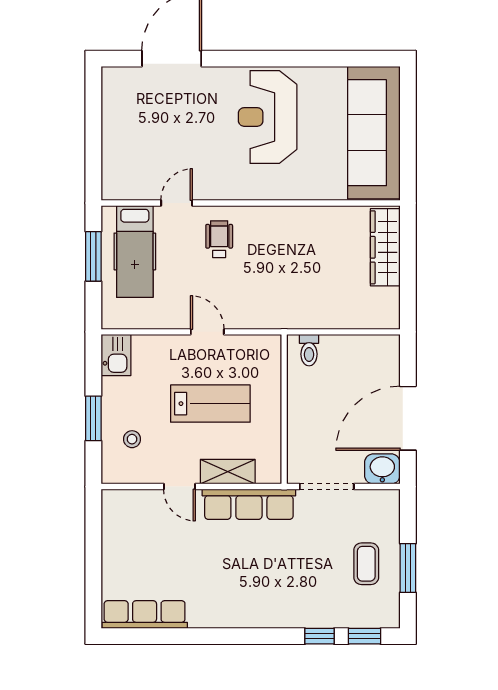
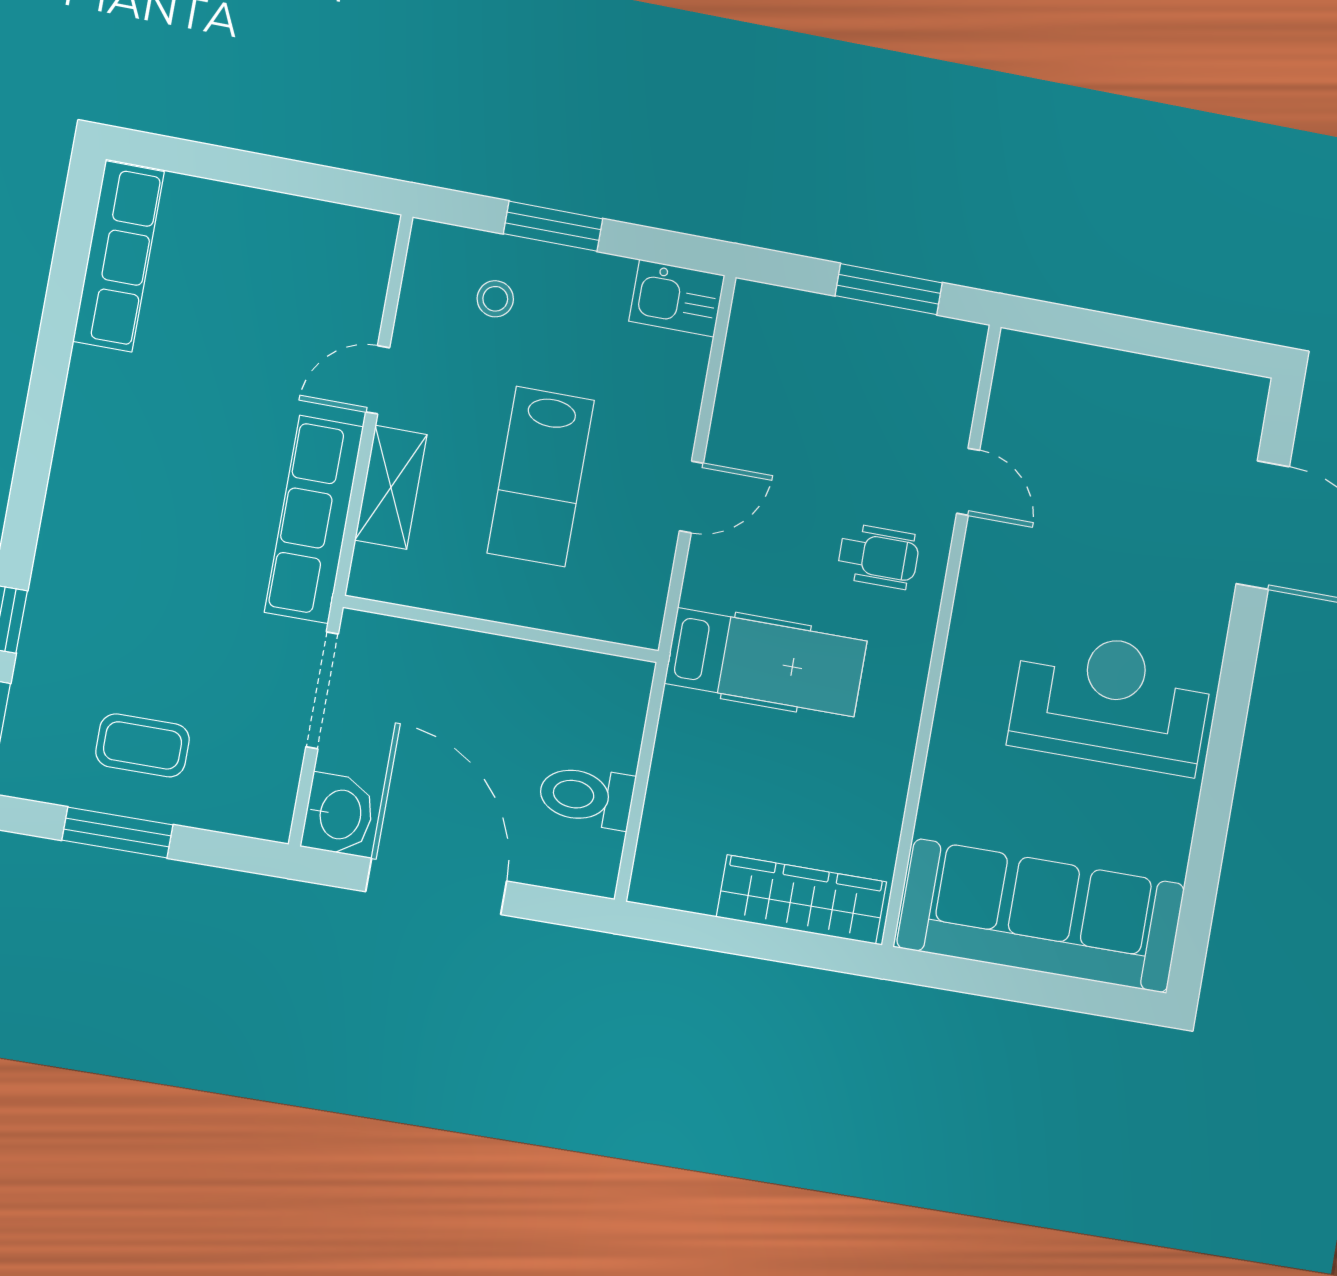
hospital bed: (135, 251) -> (766, 662), moved, turned 180
toilet: (309, 350) -> (586, 796), moved, width x1.37, depth x1.39

